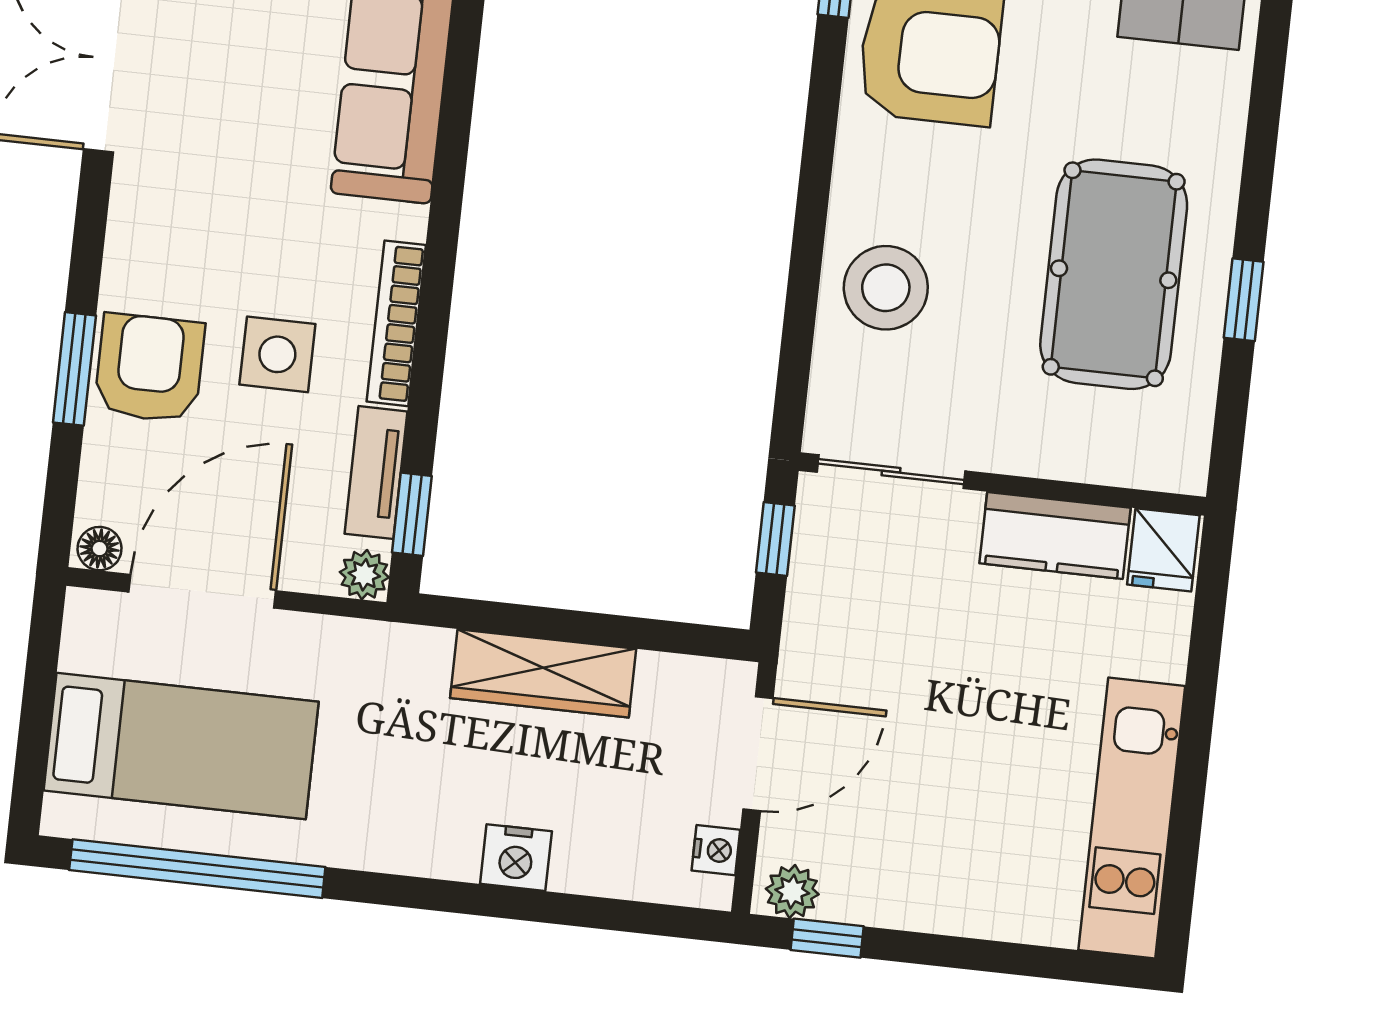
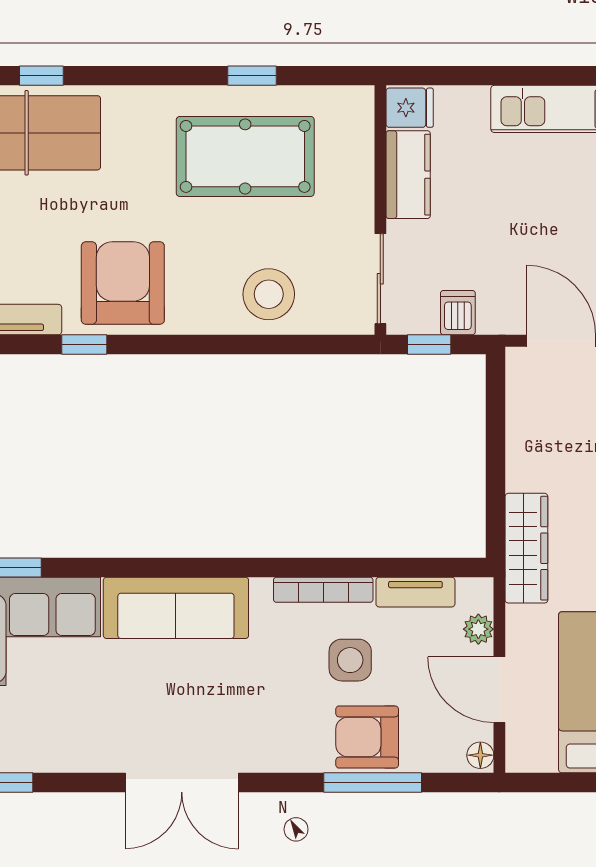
window: (74, 369) -> (373, 783), width x1.44
window: (412, 514) -> (438, 567), removed
plant: (364, 575) -> (478, 629), moved
door: (202, 591) -> (499, 690), width x0.73
dishwasher: (822, 591) -> (458, 313), added
wardrobe: (543, 673) -> (526, 548), moved

